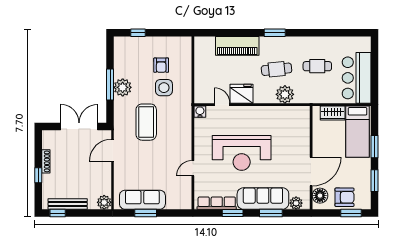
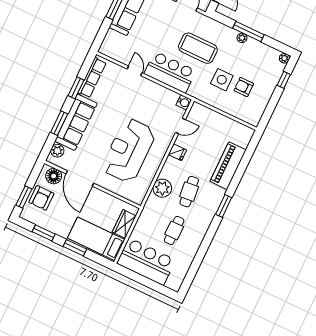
plant: (119, 41) -> (284, 58), added
plant: (123, 87) -> (242, 38), width x0.53, depth x0.53
fridge: (241, 94) -> (177, 152), width x0.53, depth x0.75
bar counter: (179, 137) -> (170, 72), added
reception desk: (242, 153) -> (129, 150), moved

